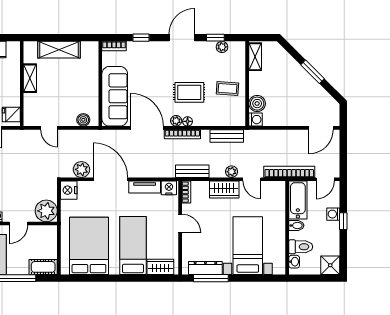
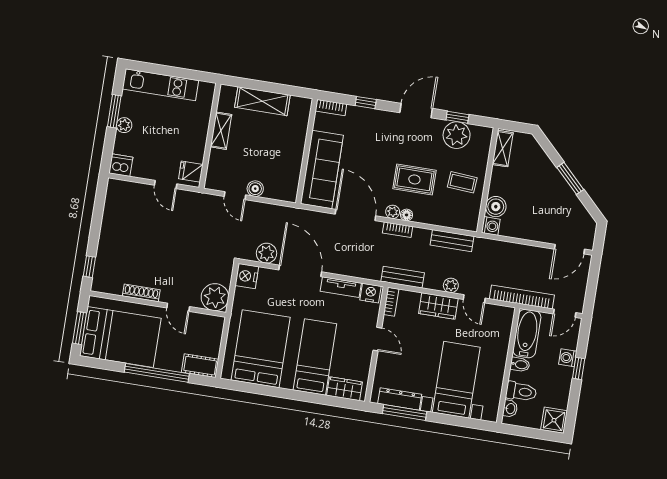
plant: (222, 47) -> (457, 135), width x1.88, depth x1.88
boiler: (83, 120) -> (255, 189), moved
bookcase: (182, 134) -> (398, 230), width x0.64
door: (18, 224) -> (178, 307), hinge flipped

